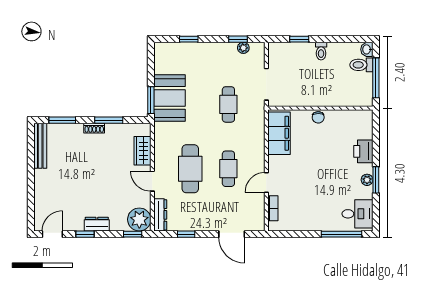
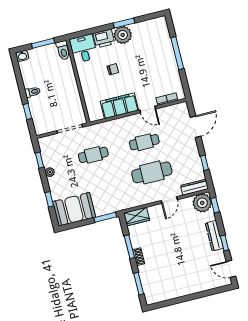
plant: (243, 48) -> (50, 172), moved
toilet: (361, 65) -> (63, 50), moved
window: (376, 78) -> (43, 43), width x0.69
booth: (170, 98) -> (74, 209), moved
chair: (318, 117) -> (113, 69), moved
filing cabinet: (279, 133) -> (119, 106), moved
bench: (40, 146) -> (163, 296), removed
wardrobe: (142, 151) -> (137, 217), moved
plant: (367, 180) -> (123, 35), width x1.87, depth x1.87
desk: (357, 214) -> (84, 49), moved
dresser: (97, 224) -> (214, 236), width x1.44
window: (341, 234) -> (177, 53), moved

